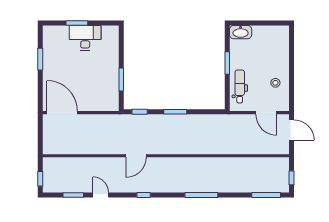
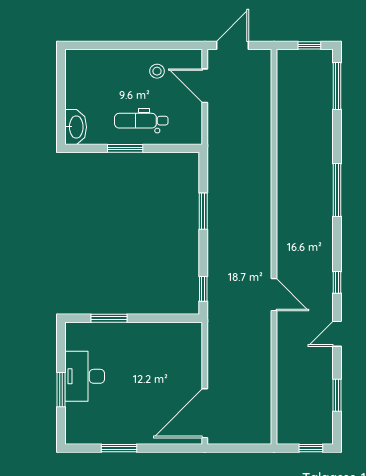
window: (121, 80) -> (109, 318), moved
dental chair: (240, 86) -> (141, 121), moved
window: (175, 112) -> (203, 211), moved
door: (266, 113) -> (205, 86), swing flipped
door: (101, 195) -> (337, 334), moved

